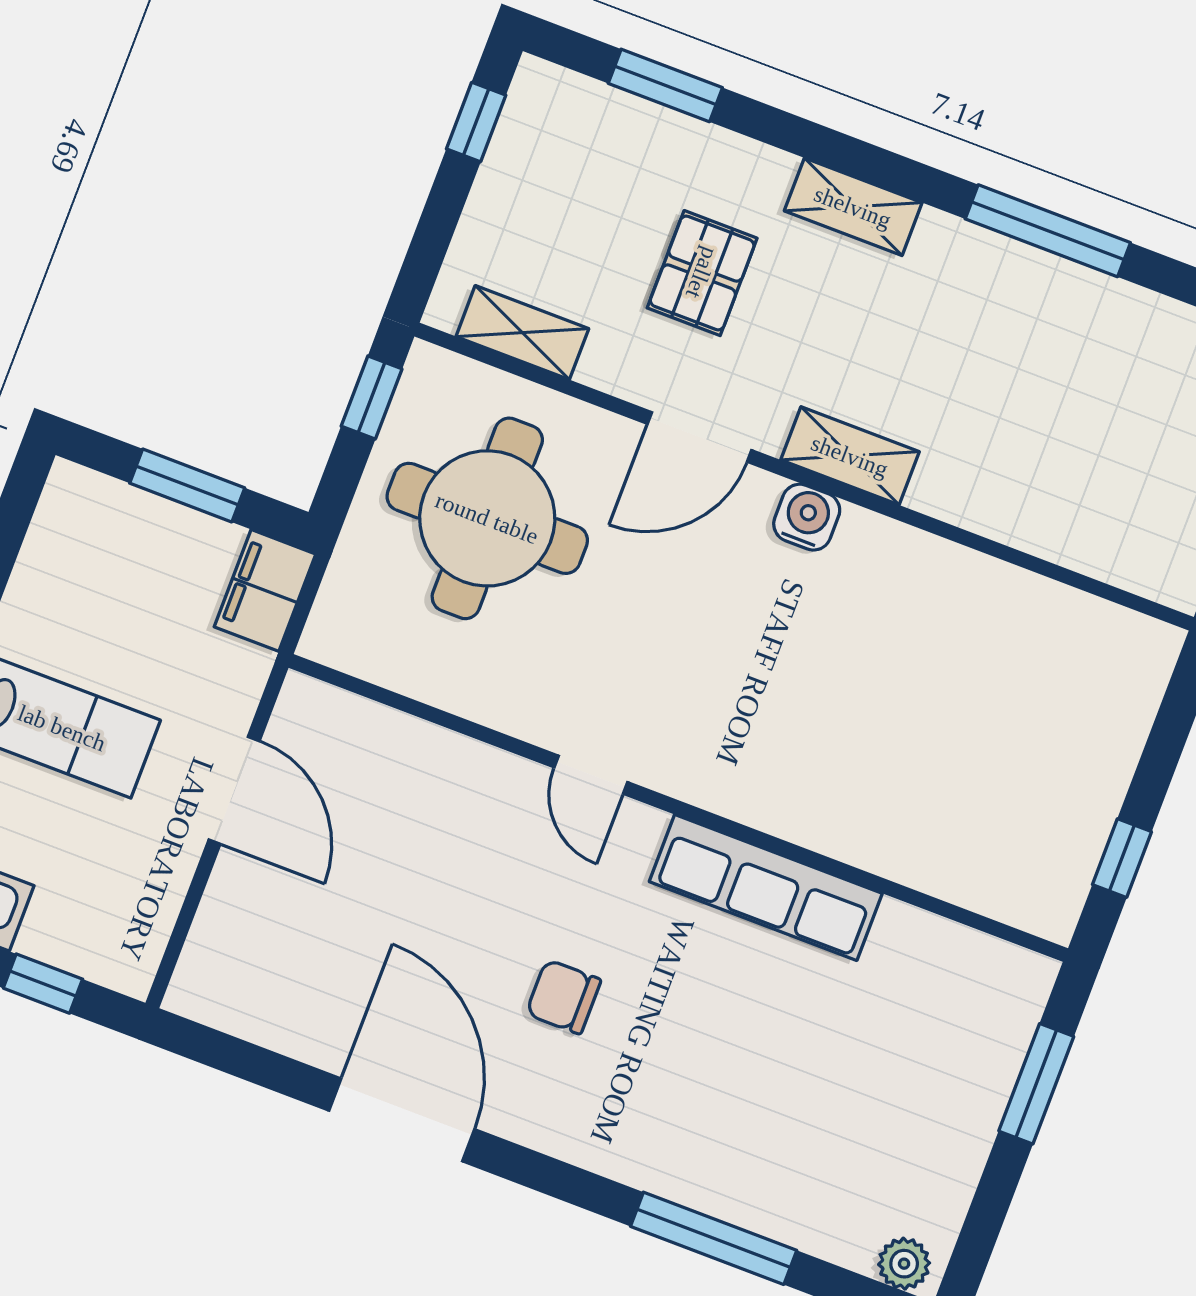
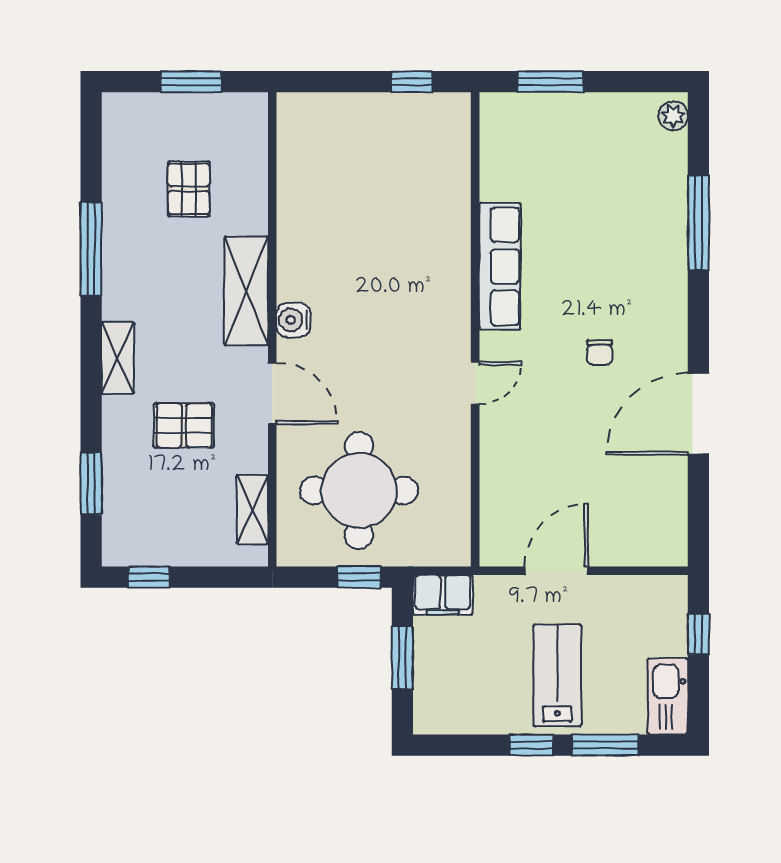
window: (372, 398) -> (359, 577), moved
pallet: (1085, 428) -> (189, 189), added
shelving: (850, 456) -> (246, 291), width x1.50, depth x1.33
chair: (563, 997) -> (600, 352), width x0.73, depth x0.73

